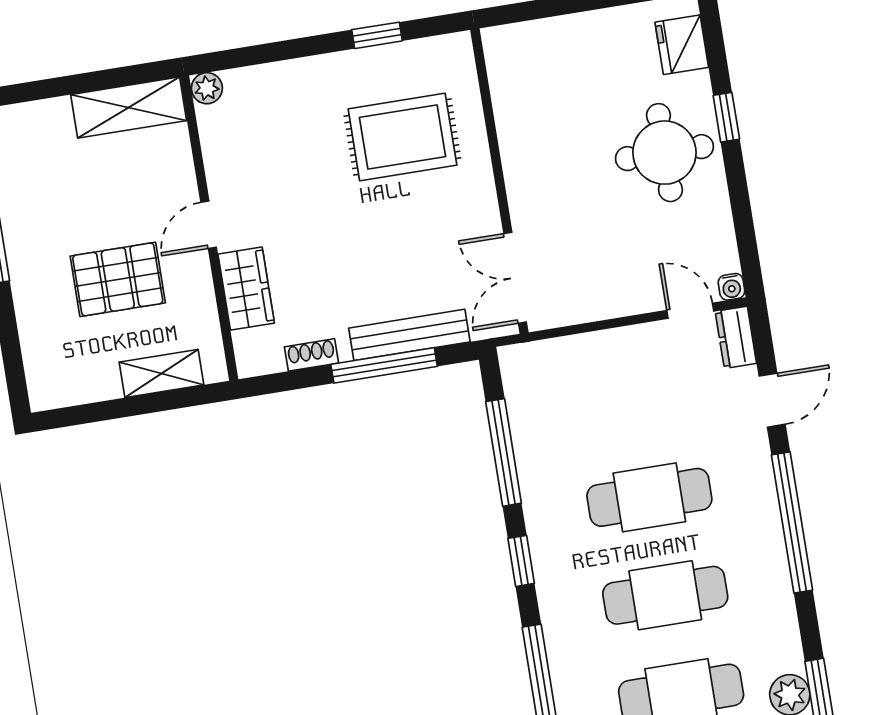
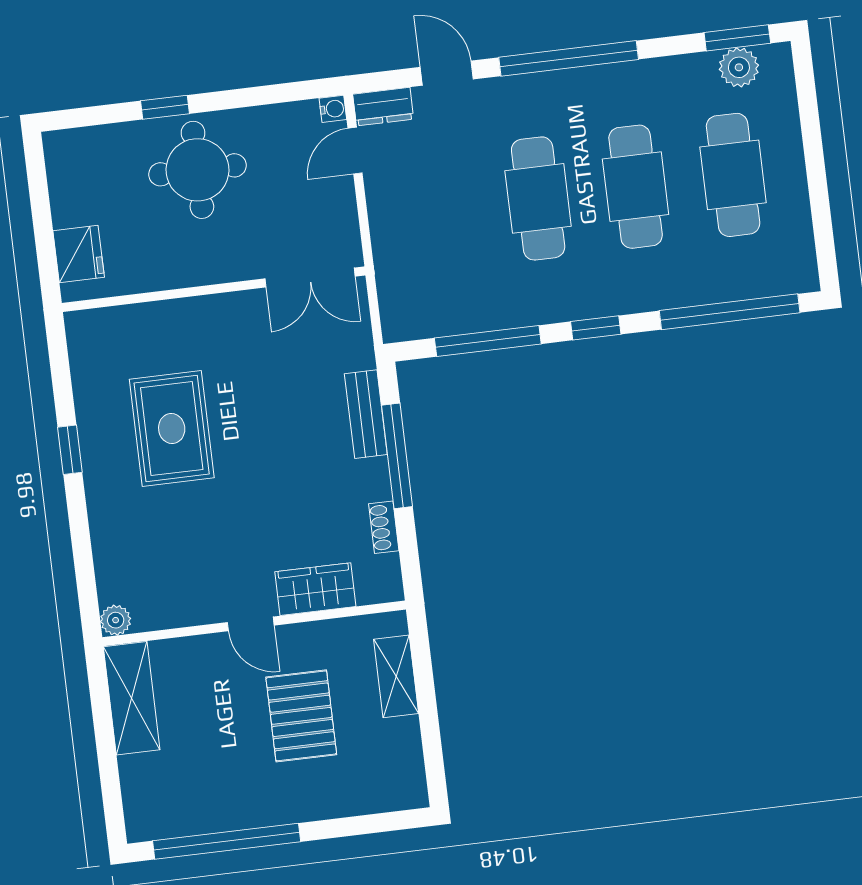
fridge: (682, 45) -> (79, 254), moved, turned -90
wall: (499, 181) -> (214, 289), moved
double door: (515, 278) -> (310, 278), moved
bench: (409, 335) -> (366, 414), width x0.73

